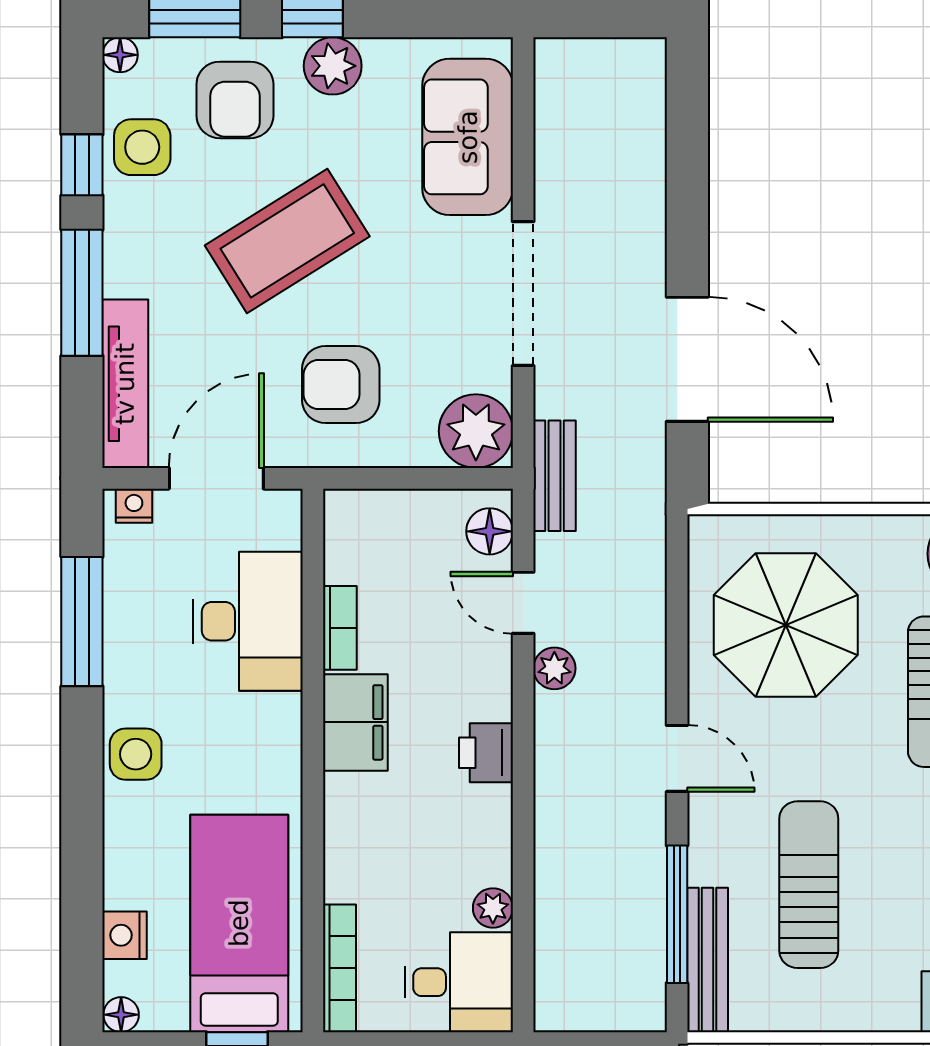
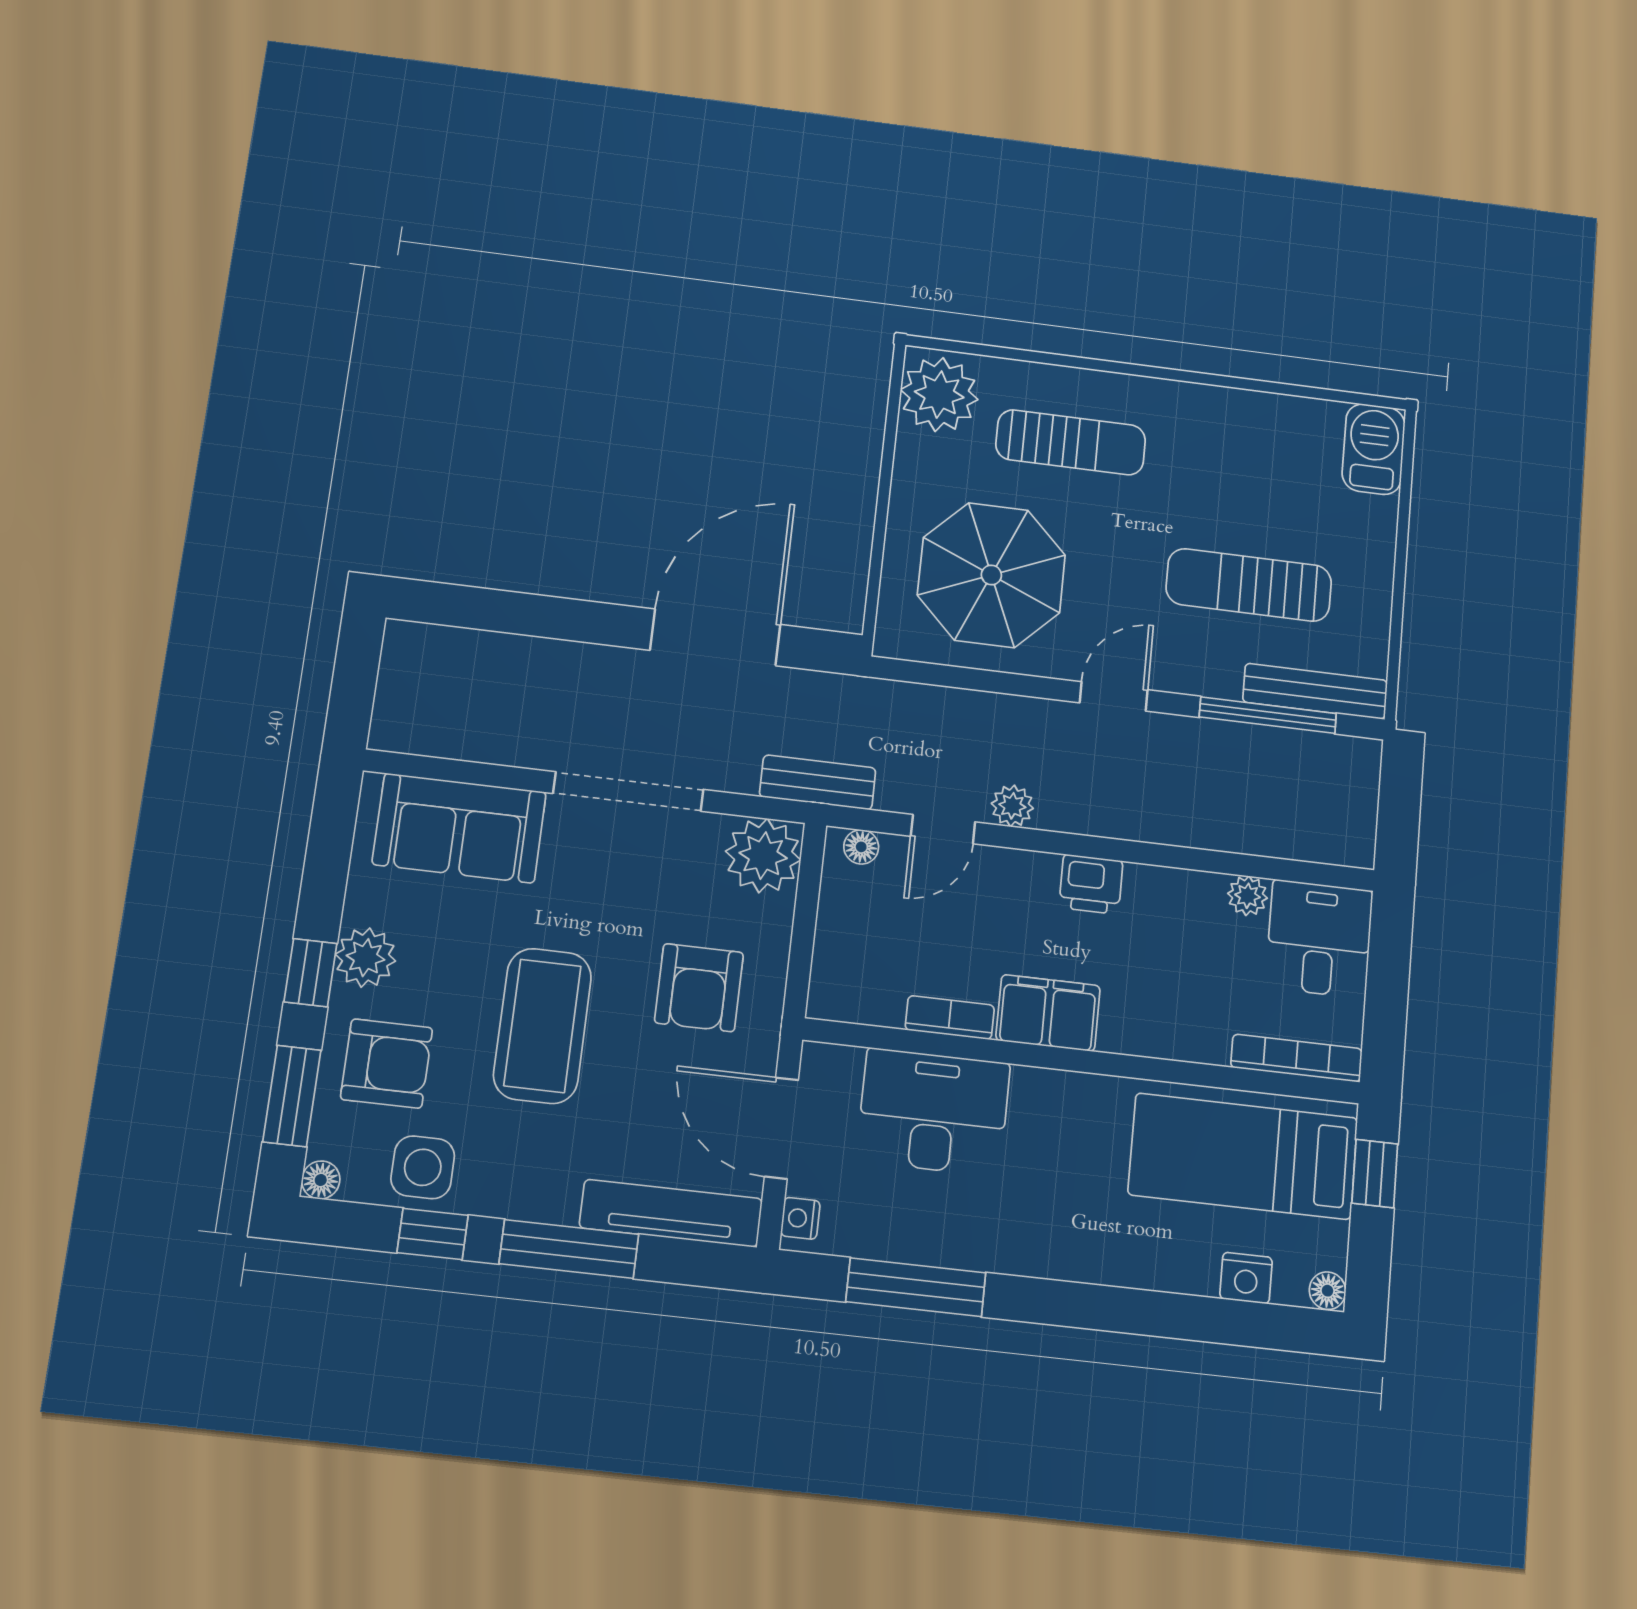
coffee table: (287, 241) -> (542, 1026), turned 32
floor lamp: (490, 531) -> (861, 847), width x0.73, depth x0.73
side table: (136, 754) -> (1060, 1245), removed

